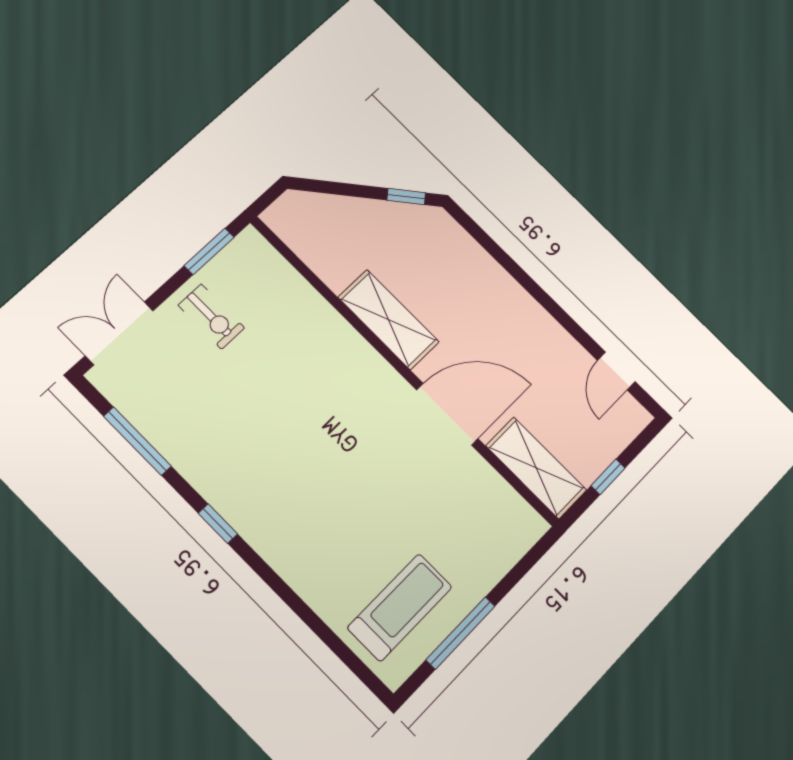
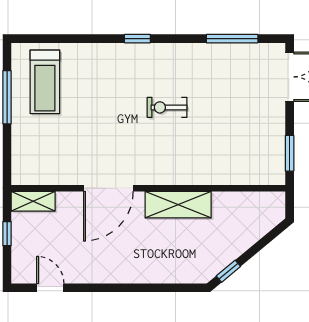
exercise bike: (211, 317) -> (167, 107), moved
shelving: (536, 468) -> (33, 201), width x0.67, depth x0.75
window: (218, 524) -> (137, 39), moved

